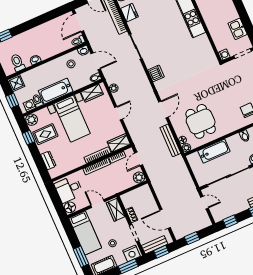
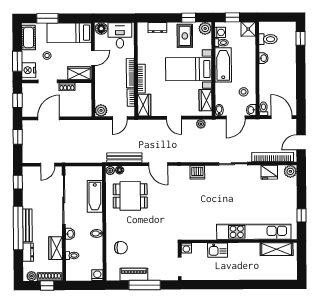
kitchen sink: (238, 29) -> (218, 250), moved, turned 180
door: (139, 159) -> (120, 118), swing flipped
bench: (155, 245) -> (27, 97), removed

